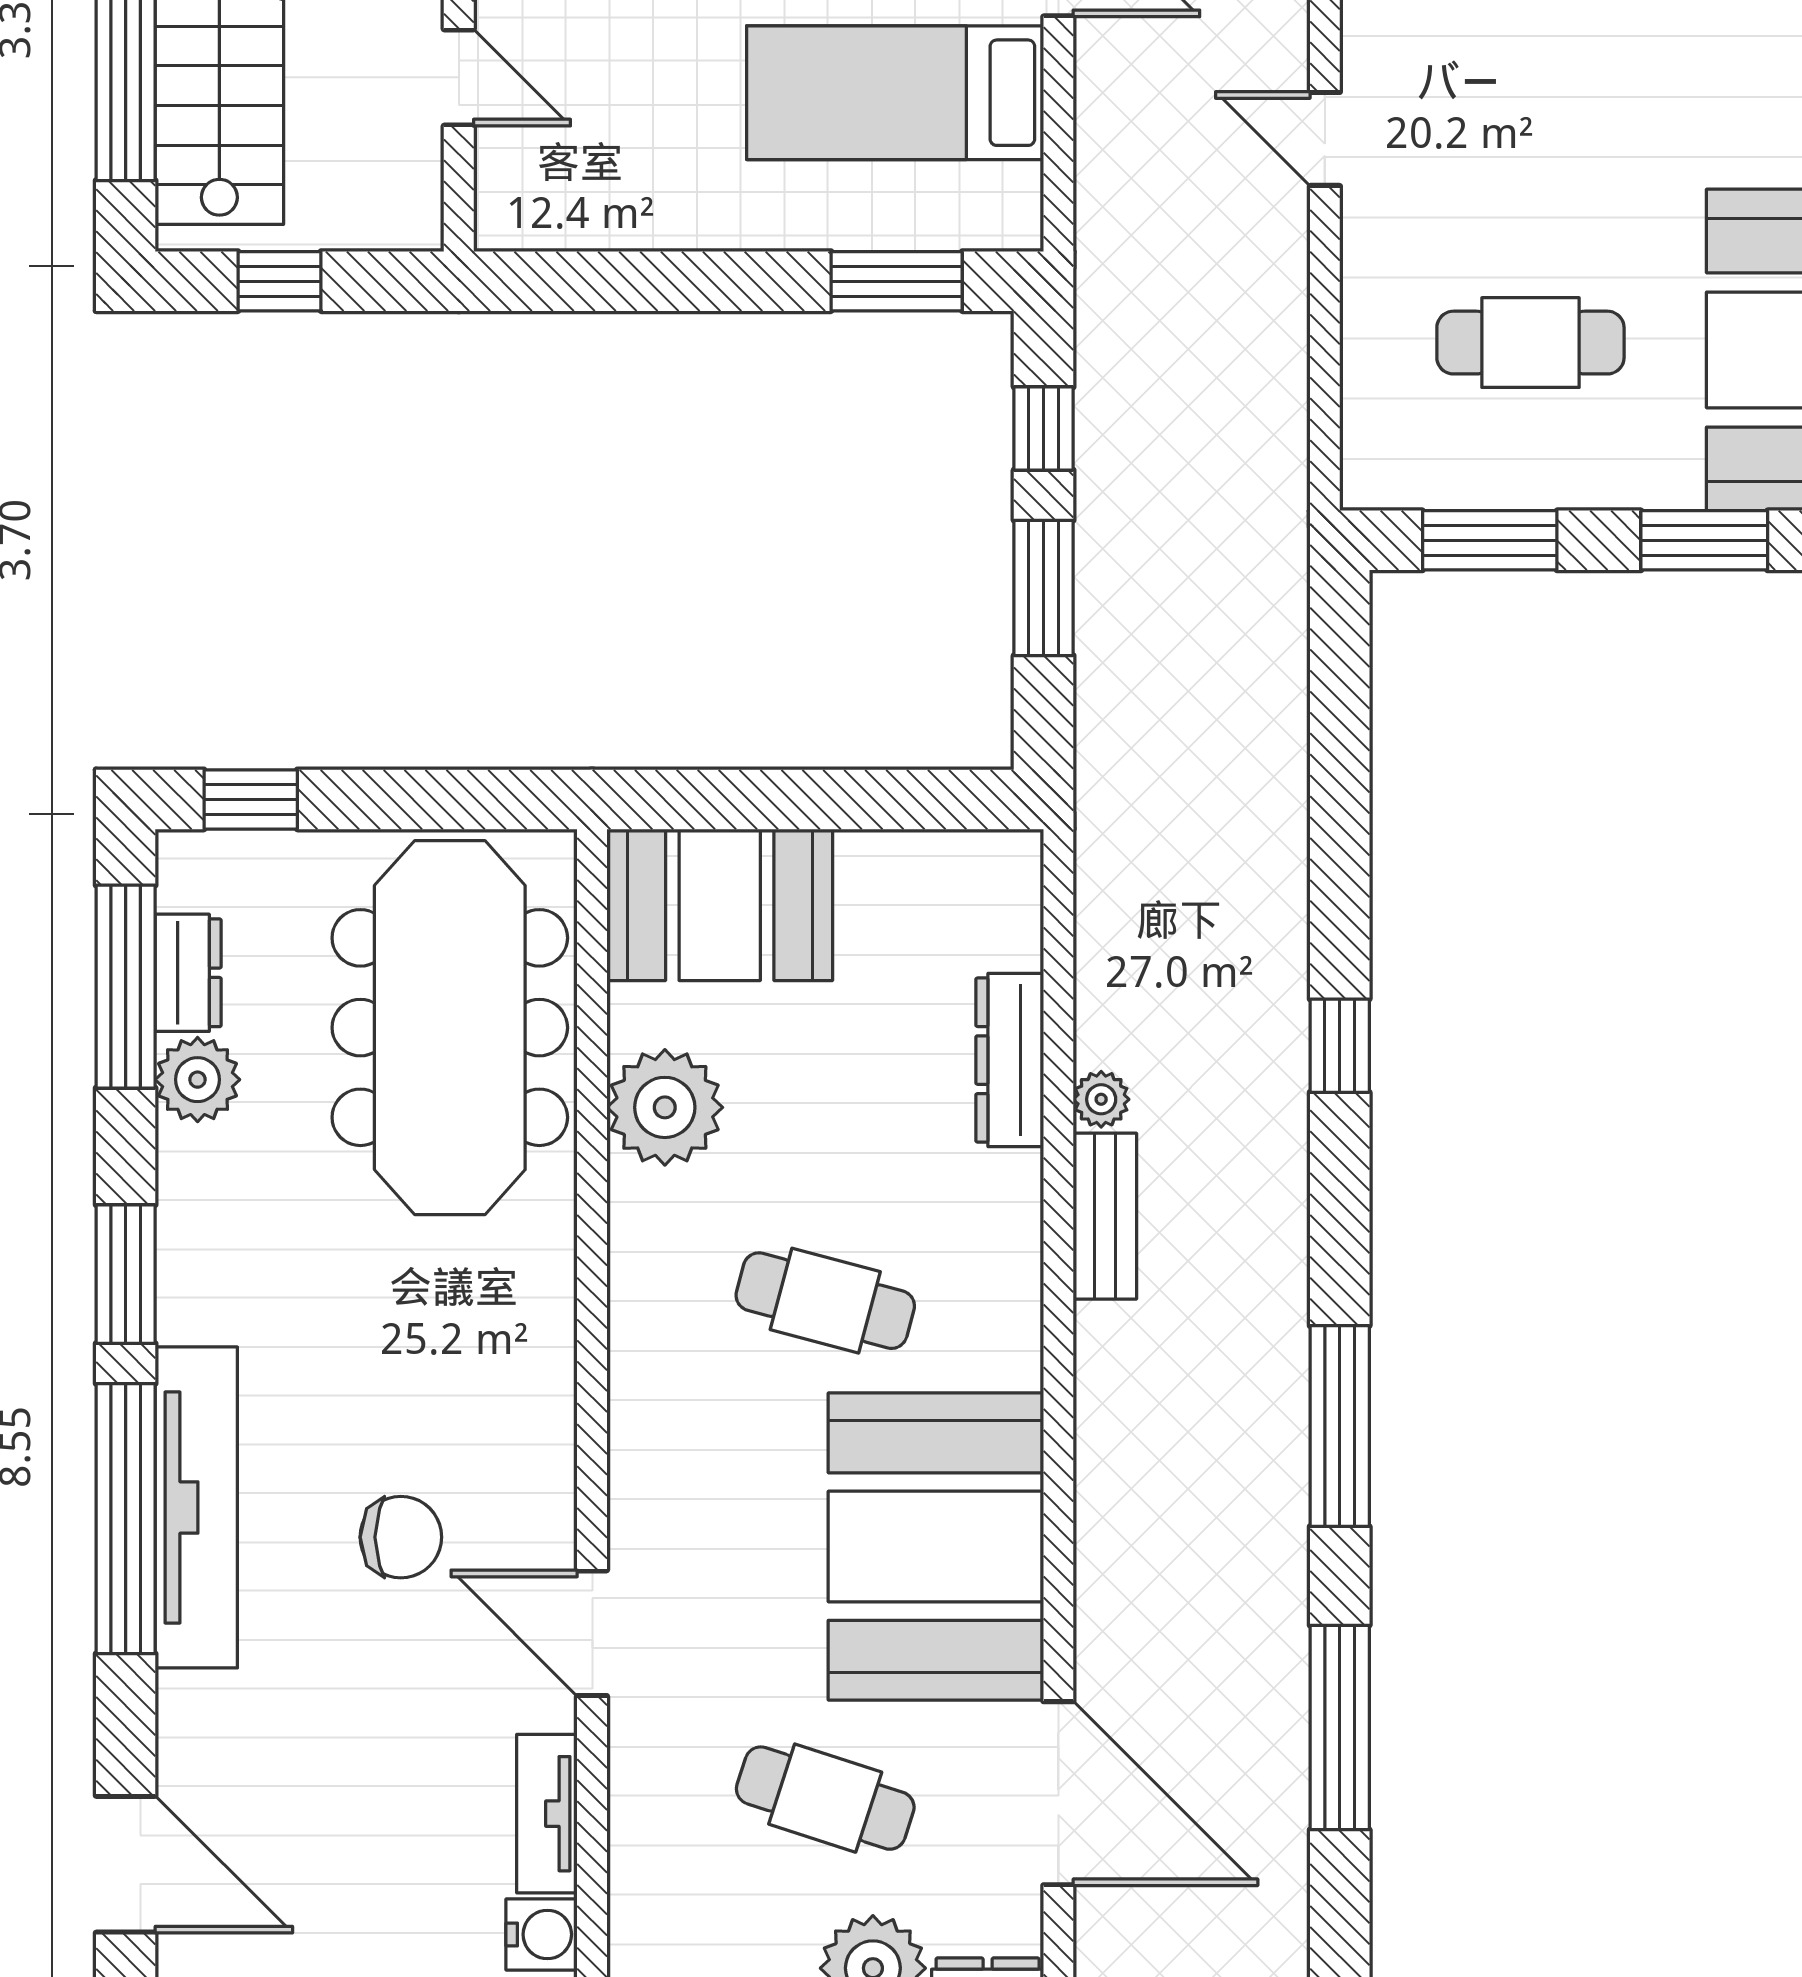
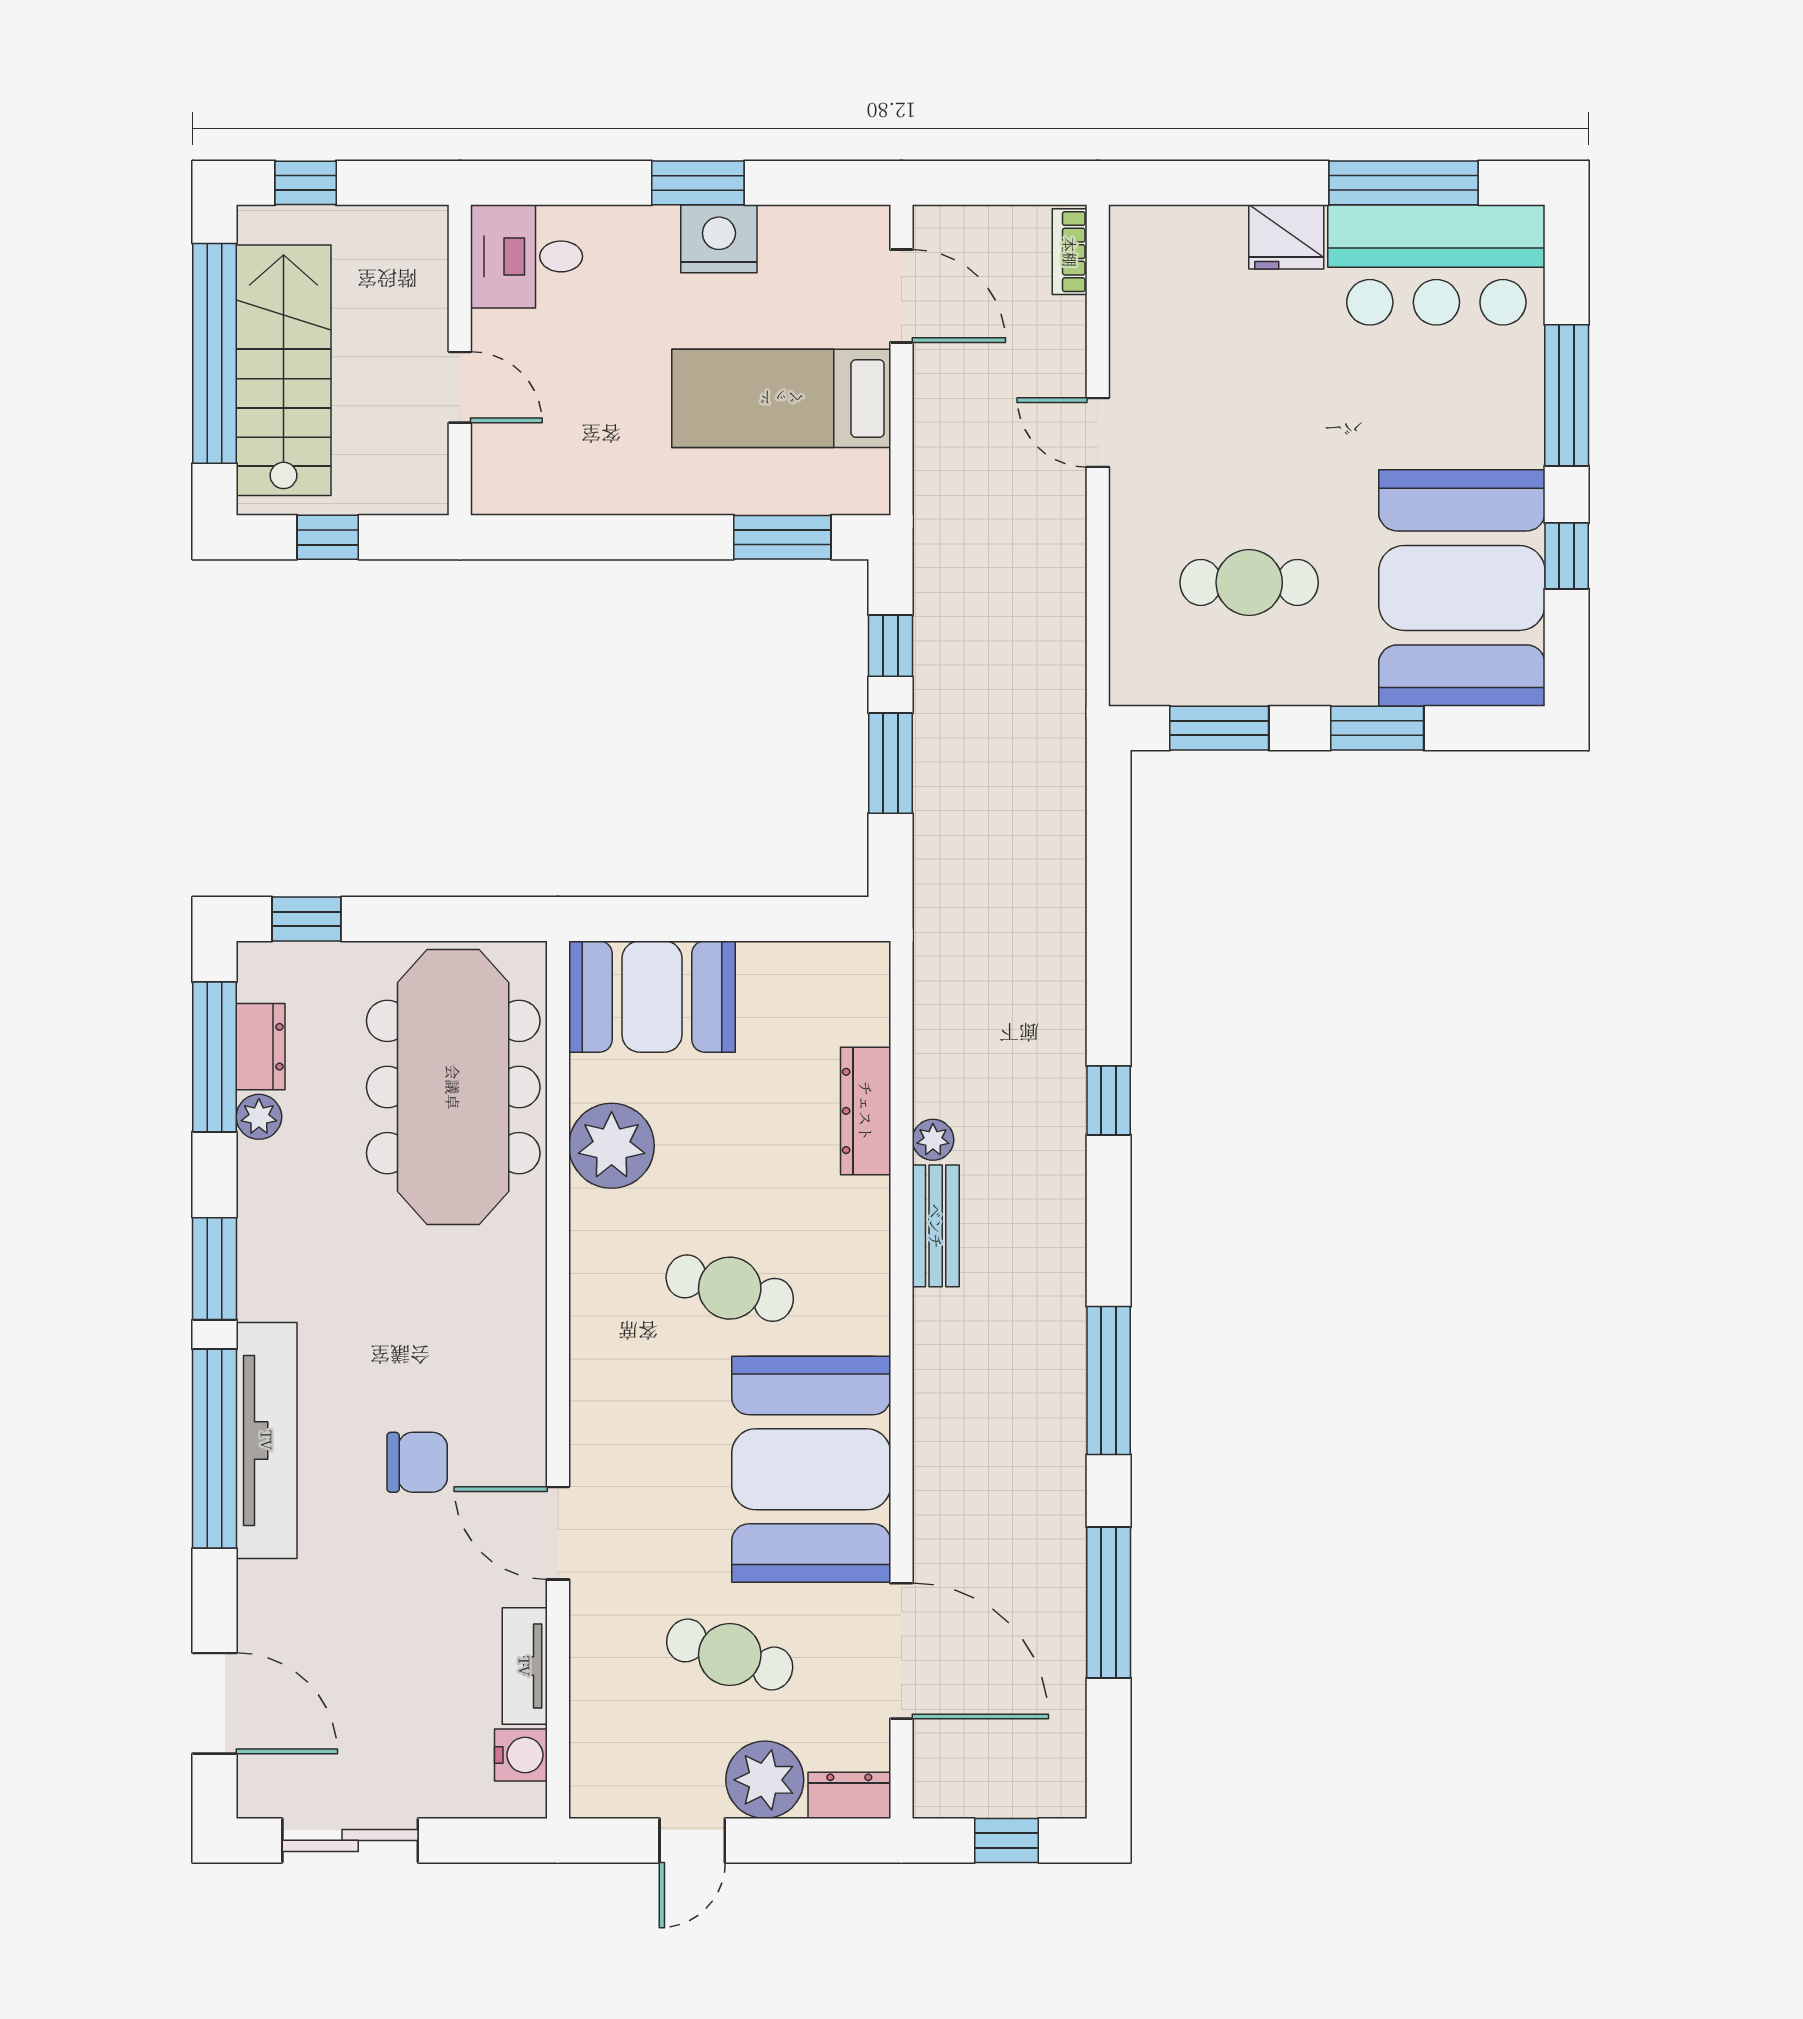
plant: (198, 1080) -> (259, 1117), width x0.73, depth x0.73

